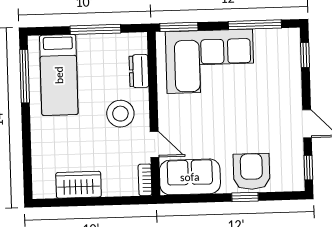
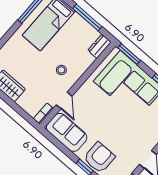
dresser: (139, 71) -> (99, 46), moved
stool: (120, 114) -> (61, 70), width x0.53, depth x0.53

